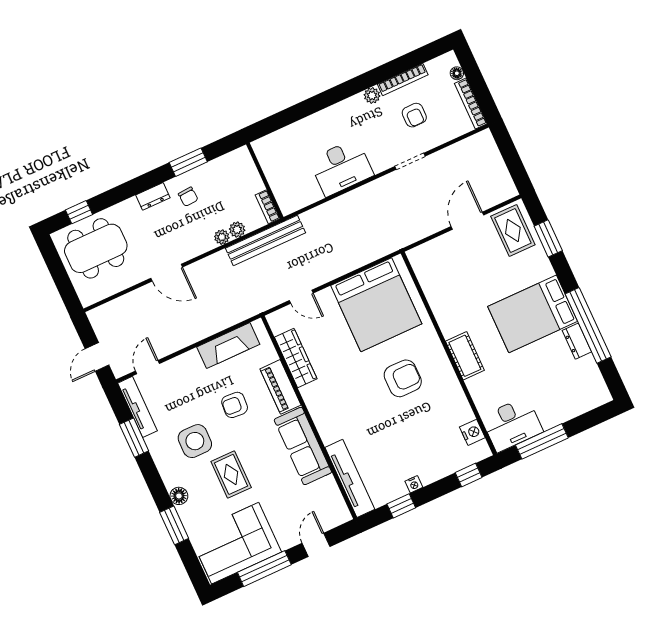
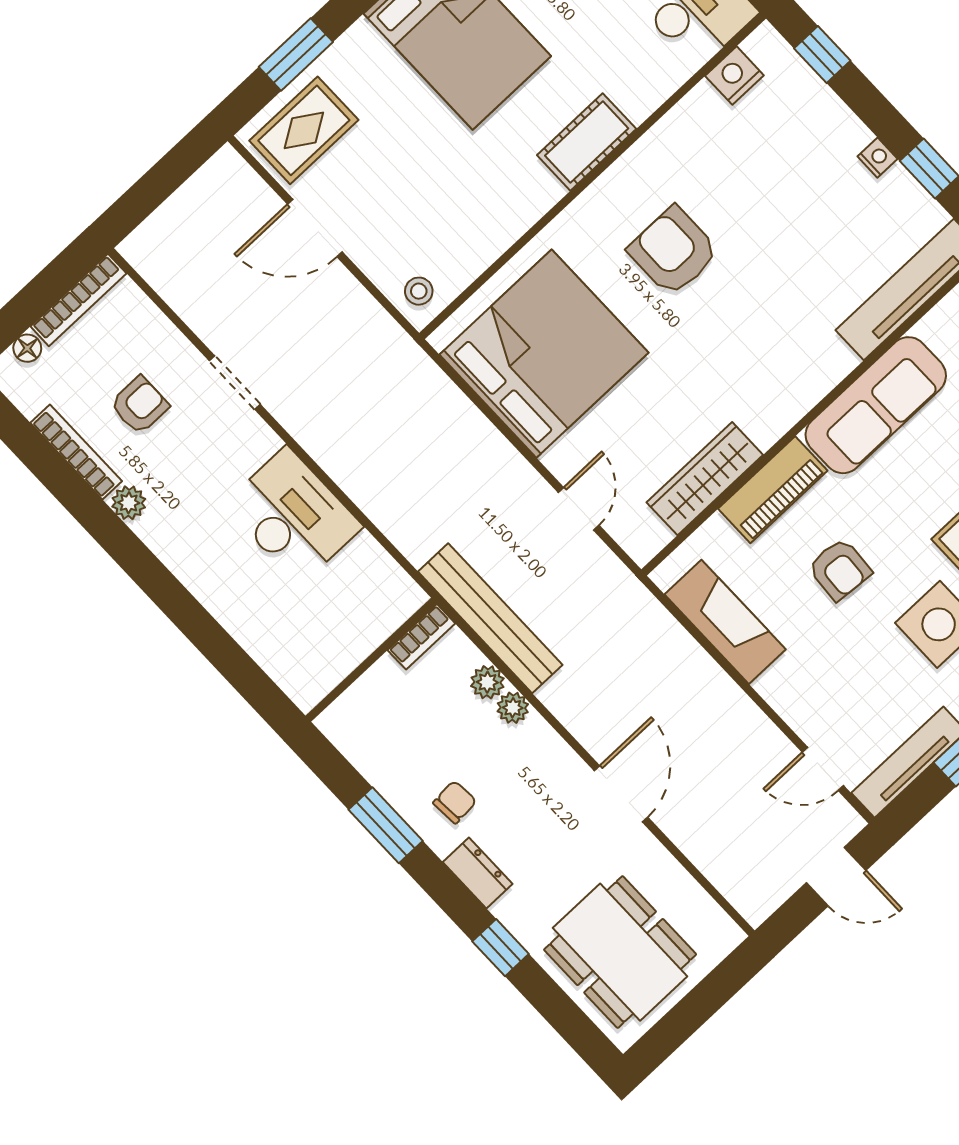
window: (79, 212) -> (501, 948), moved
stool: (423, 258) -> (419, 291), added

